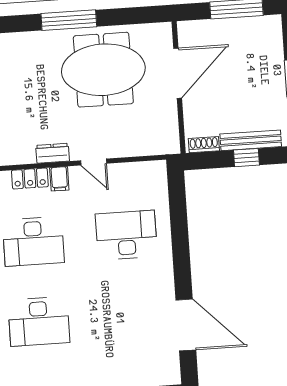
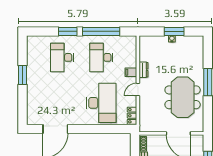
locker: (30, 178) -> (132, 116), moved
desk: (126, 235) -> (101, 103), width x1.36, depth x1.30

